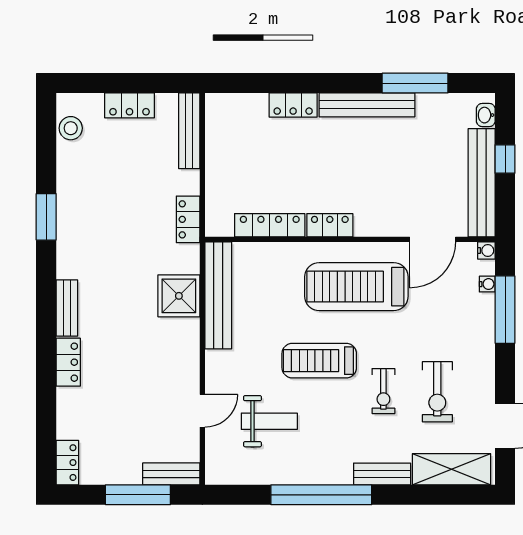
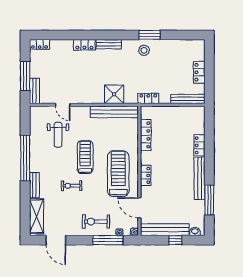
stool: (71, 128) -> (144, 50), moved
locker: (330, 225) -> (146, 175), moved
exercise bike: (437, 392) -> (96, 222), moved

